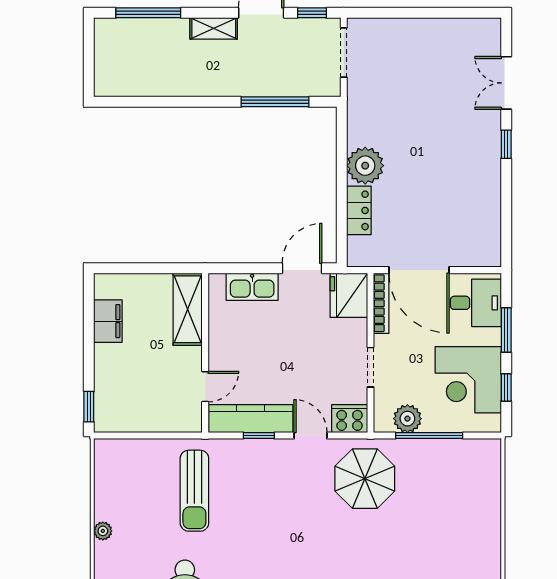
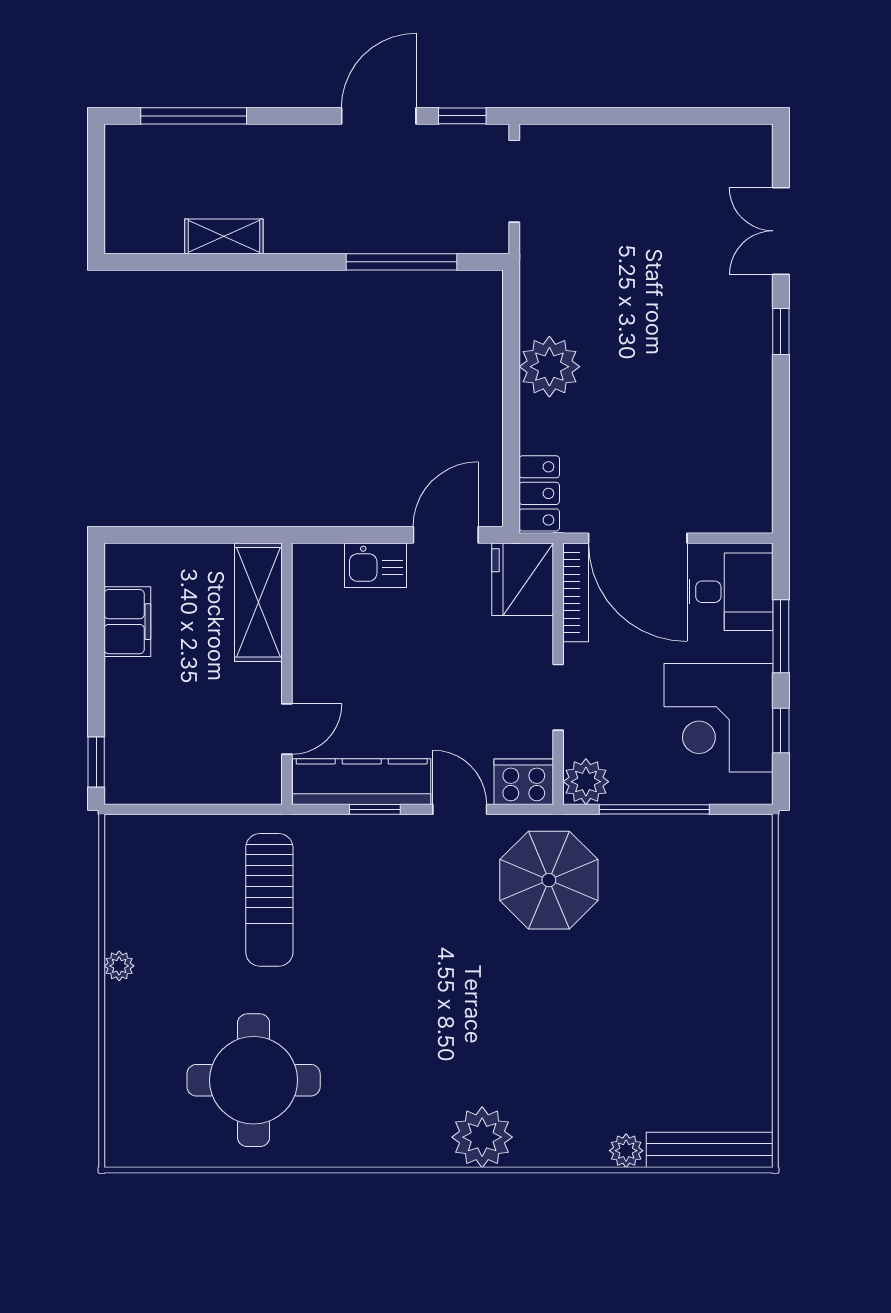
shelving: (214, 28) -> (224, 236), moved
locker: (359, 210) -> (539, 493), moved
kitchen sink: (252, 287) -> (376, 565), width x0.73
plant: (407, 419) -> (586, 782), moved

